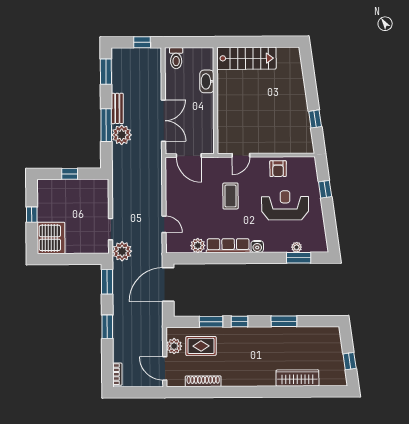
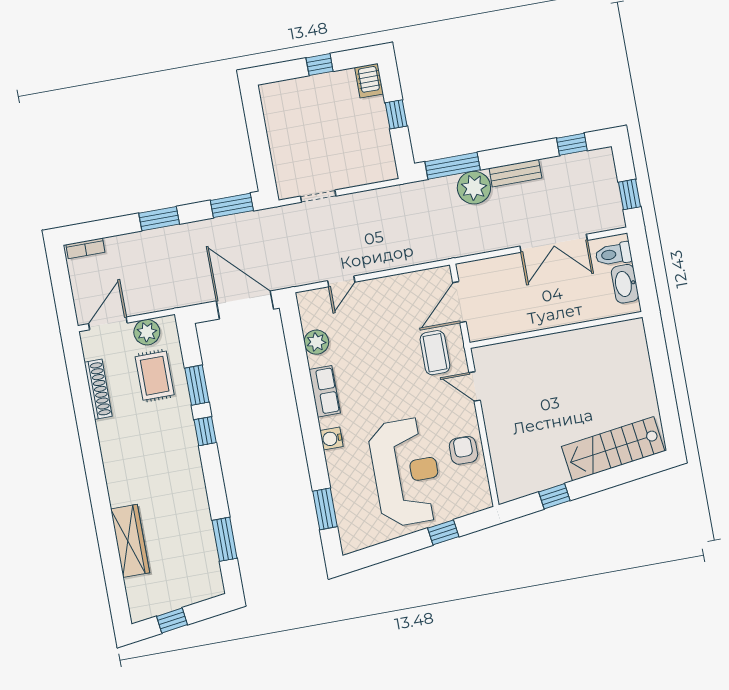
stairs: (246, 58) -> (613, 449), moved, turned 82
window: (106, 72) -> (572, 144), width x0.67
washbasin: (207, 81) -> (625, 284), moved, turned -90
double door: (163, 121) -> (554, 243), moved
window: (106, 125) -> (453, 166), moved
armchair: (278, 169) -> (463, 450), turned 90
coffee table: (231, 196) -> (435, 353), moved, turned 90
reception desk: (285, 205) -> (406, 472), width x1.36, depth x1.30
server rack: (51, 238) -> (369, 81), moved, width x0.46, depth x0.70
row of seats: (228, 246) -> (325, 391), width x0.68
plant: (297, 247) -> (341, 502), removed
plant: (122, 251) -> (286, 221), removed
window: (284, 321) -> (225, 539), moved

